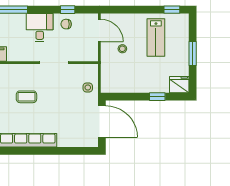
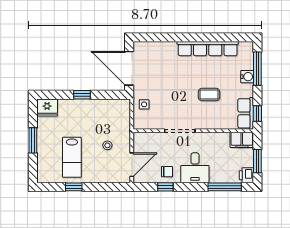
window: (172, 10) -> (74, 187), moved
door: (99, 30) -> (132, 165), swing flipped
lab bench: (156, 38) -> (72, 157), turned 180
window: (157, 97) -> (82, 95), moved

